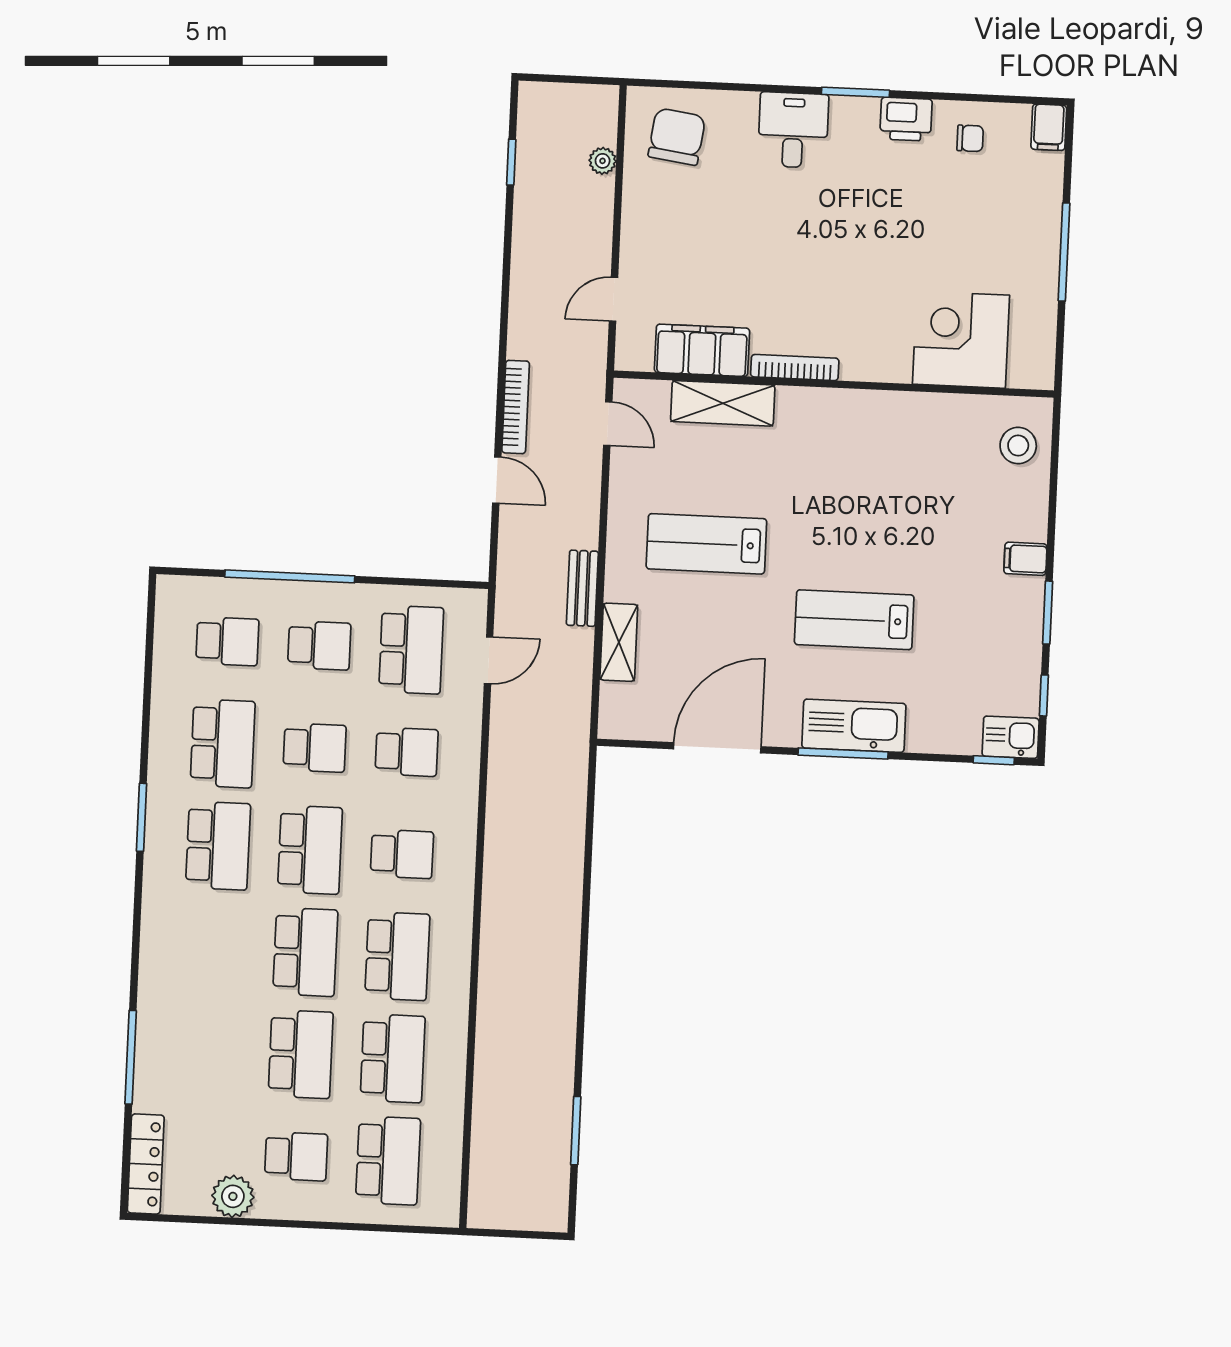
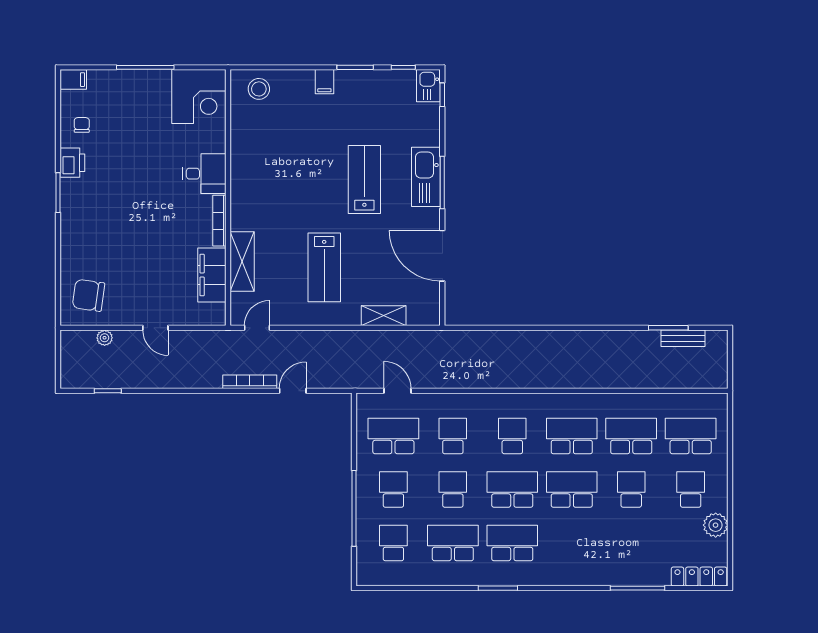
desk: (793, 130) -> (204, 174), moved, turned 180
door: (613, 299) -> (155, 328), moved
corner desk: (961, 340) -> (199, 97), moved, turned -90
bench: (582, 588) -> (683, 338), moved
lab bench: (854, 620) -> (364, 180), turned 180
school desk: (301, 1054) -> (631, 489), width x0.54

